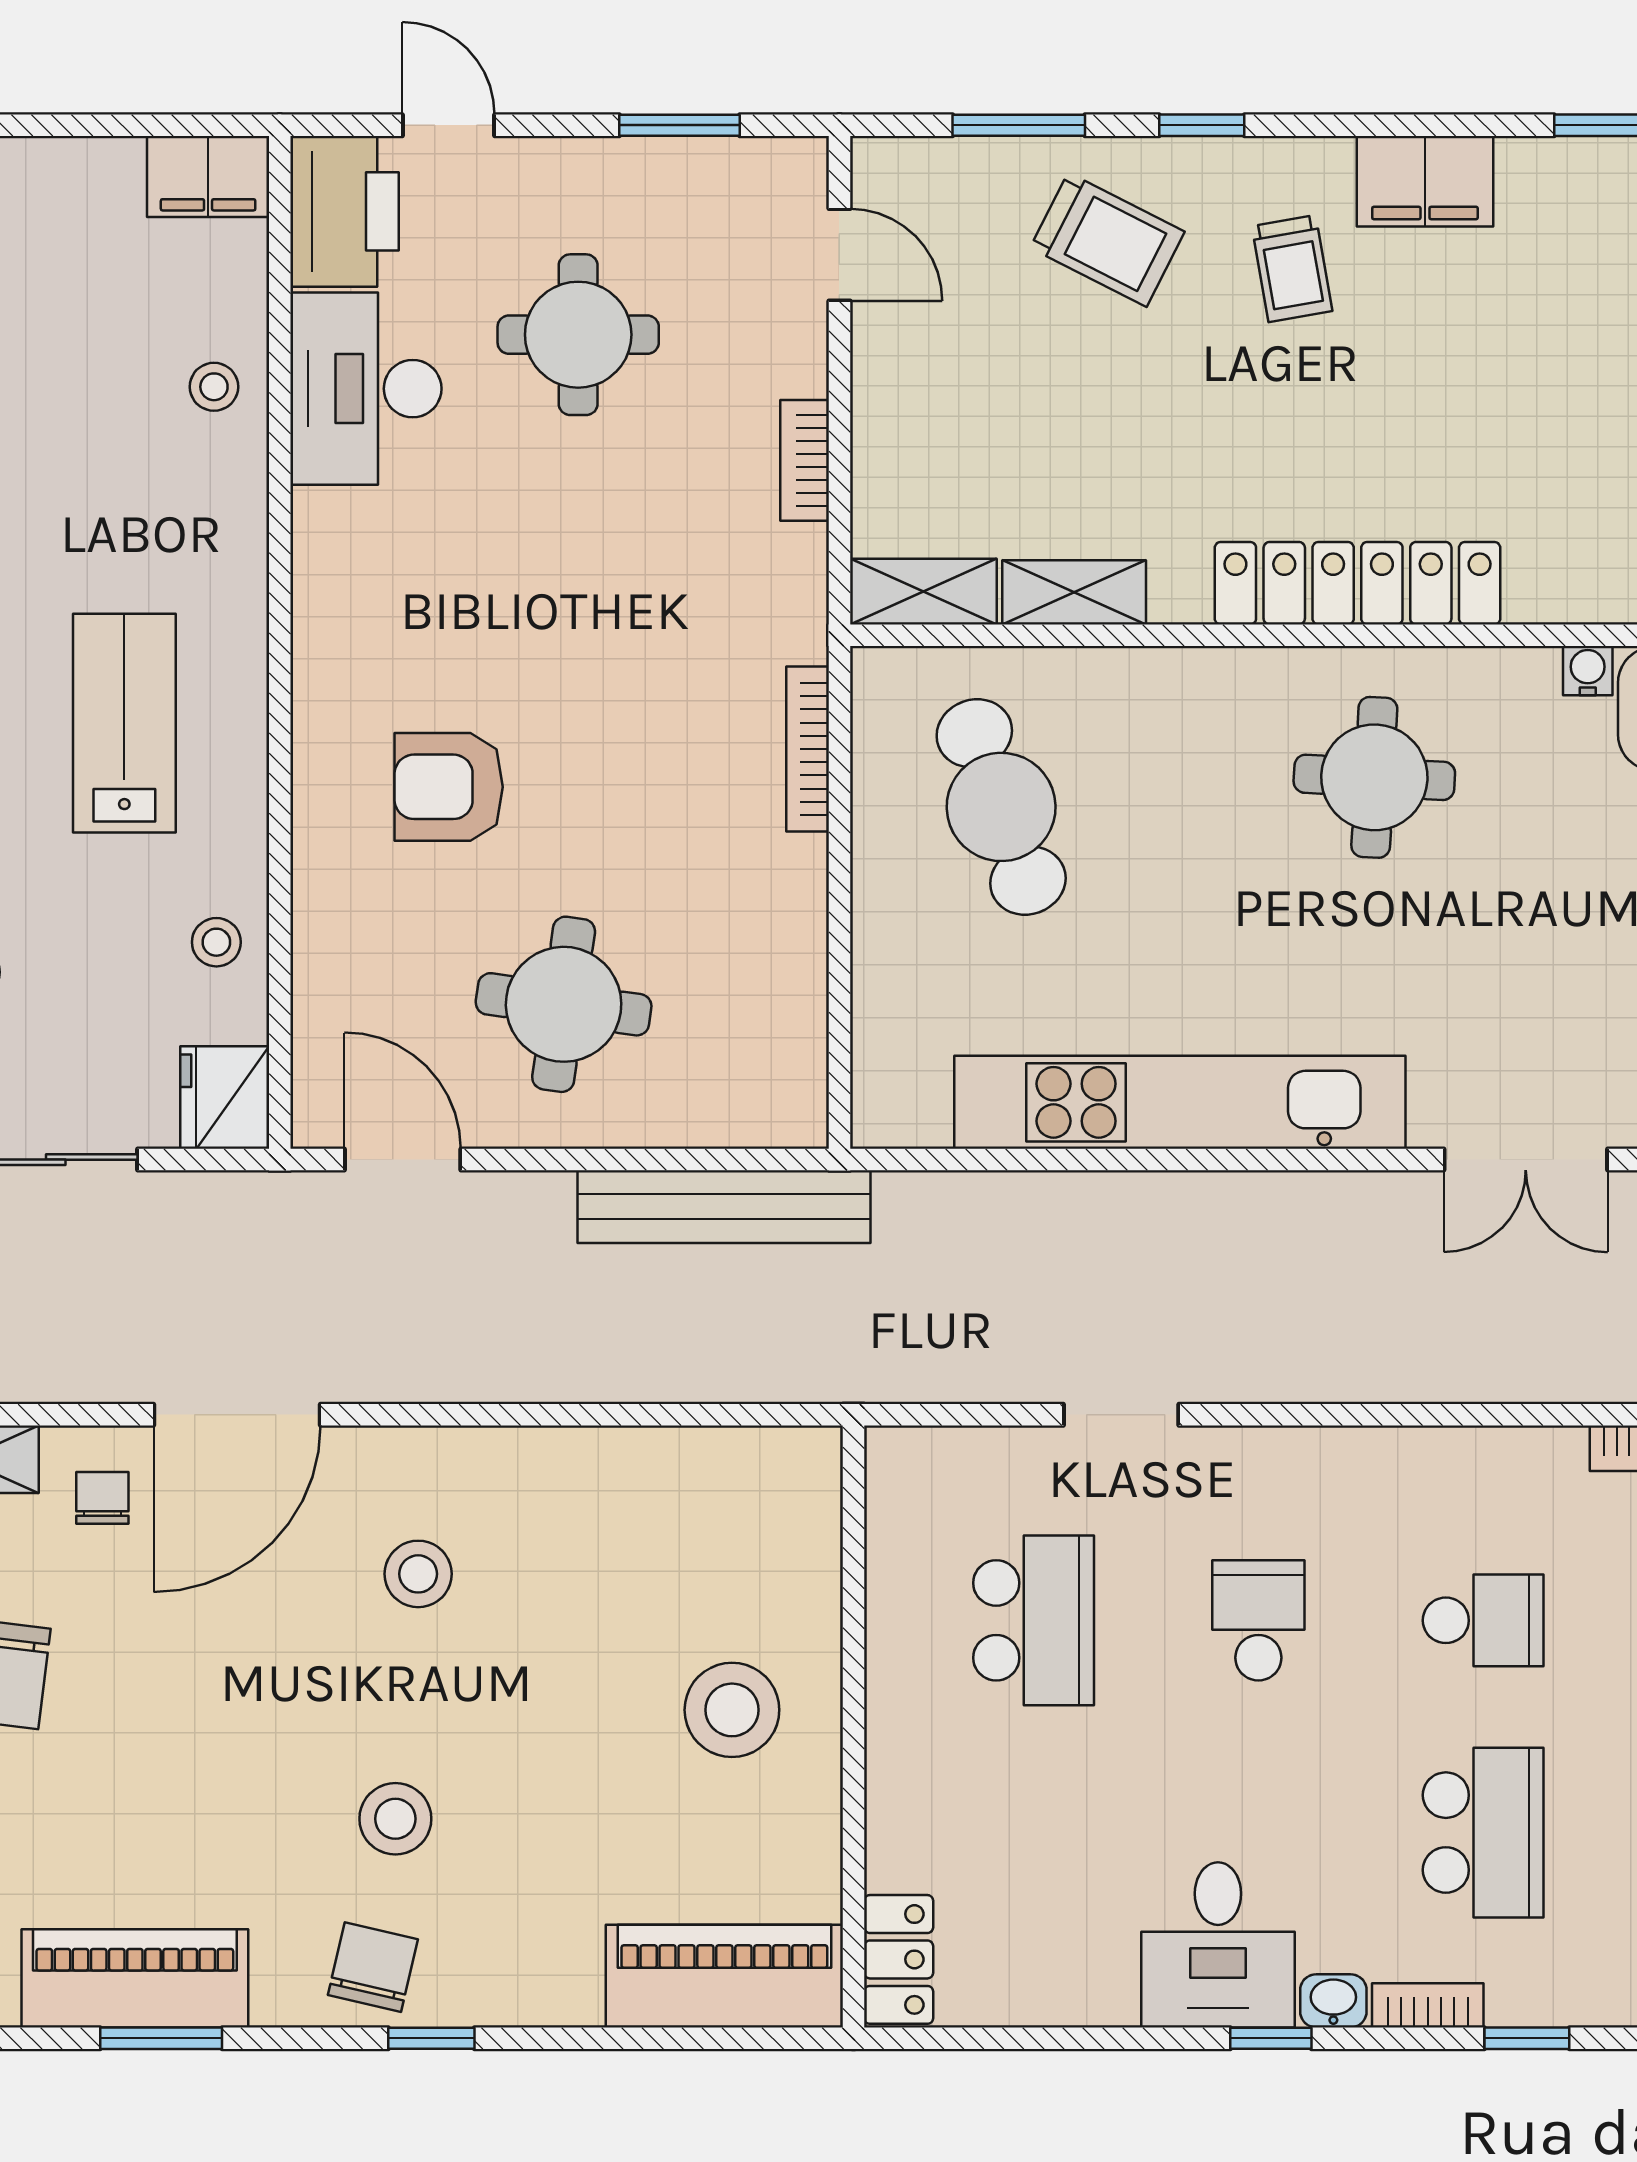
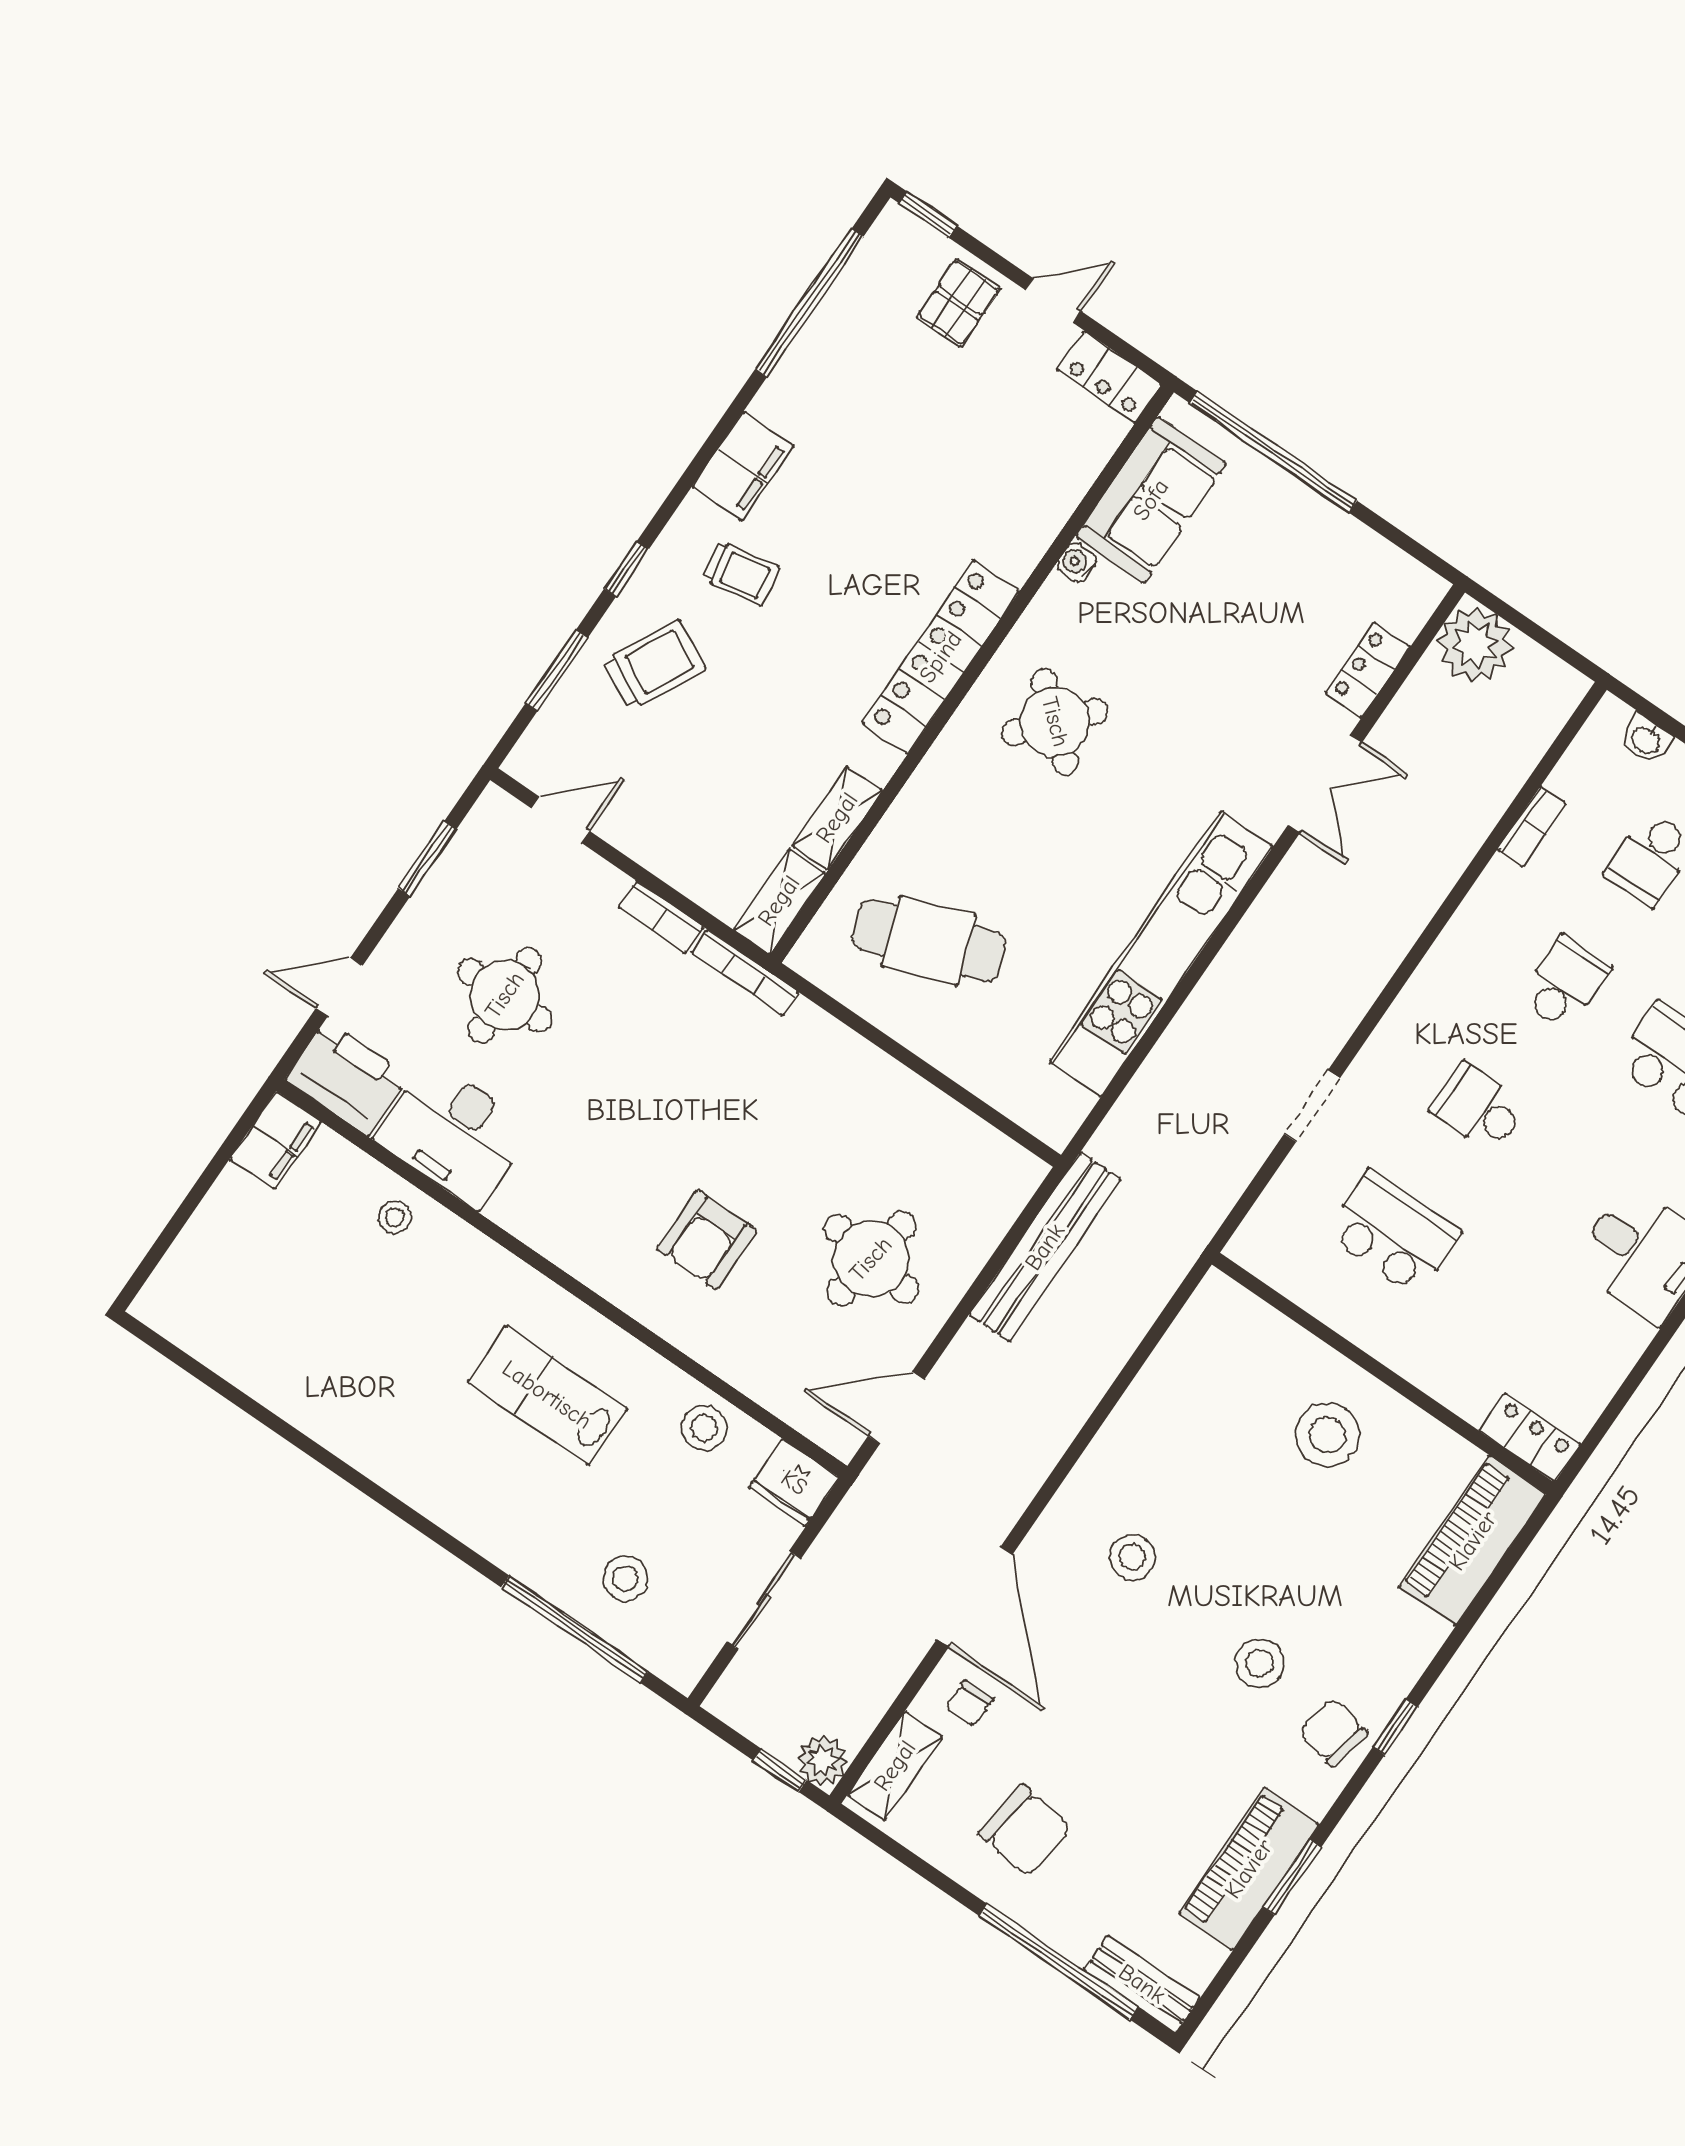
bookcase: (808, 749) -> (745, 972), moved
round table: (1374, 777) -> (1055, 722), turned 38
stool: (216, 942) -> (704, 1428), width x1.37, depth x1.37
chair: (102, 1498) -> (969, 1704), turned -90

